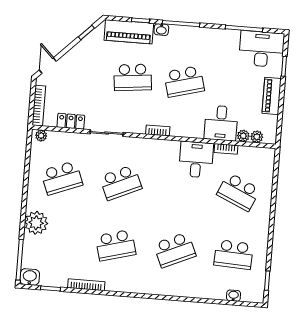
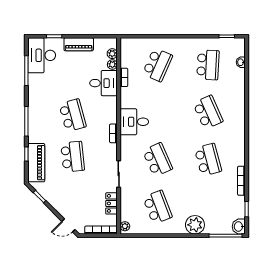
washbasin: (161, 30) -> (32, 137), removed
desk: (196, 160) -> (134, 122), moved

